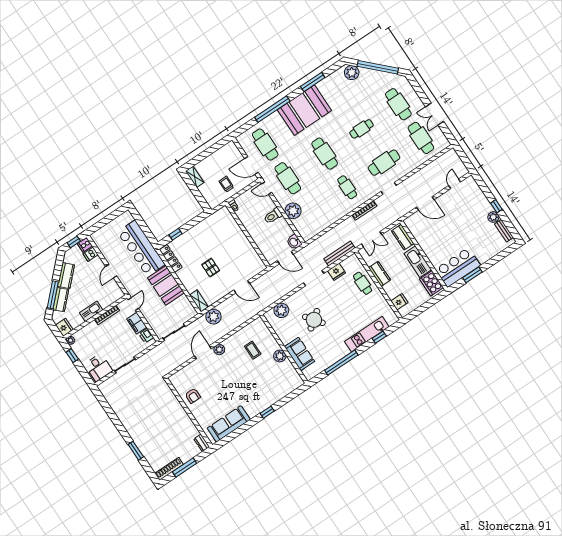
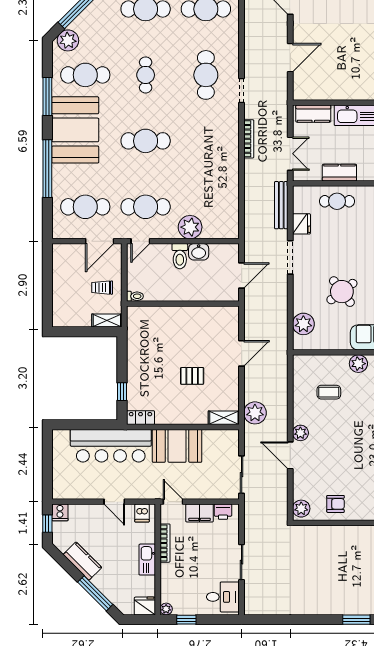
shelving: (195, 177) -> (107, 321), moved
cafe table: (347, 187) -> (85, 75), moved, width x1.37, depth x1.35
washbasin: (294, 242) -> (199, 252), moved
dishwasher: (91, 254) -> (142, 513), moved
locker: (171, 258) -> (140, 418), width x0.66
kitchen counter: (61, 300) -> (108, 587), removed
plant: (177, 378) -> (301, 509), added

